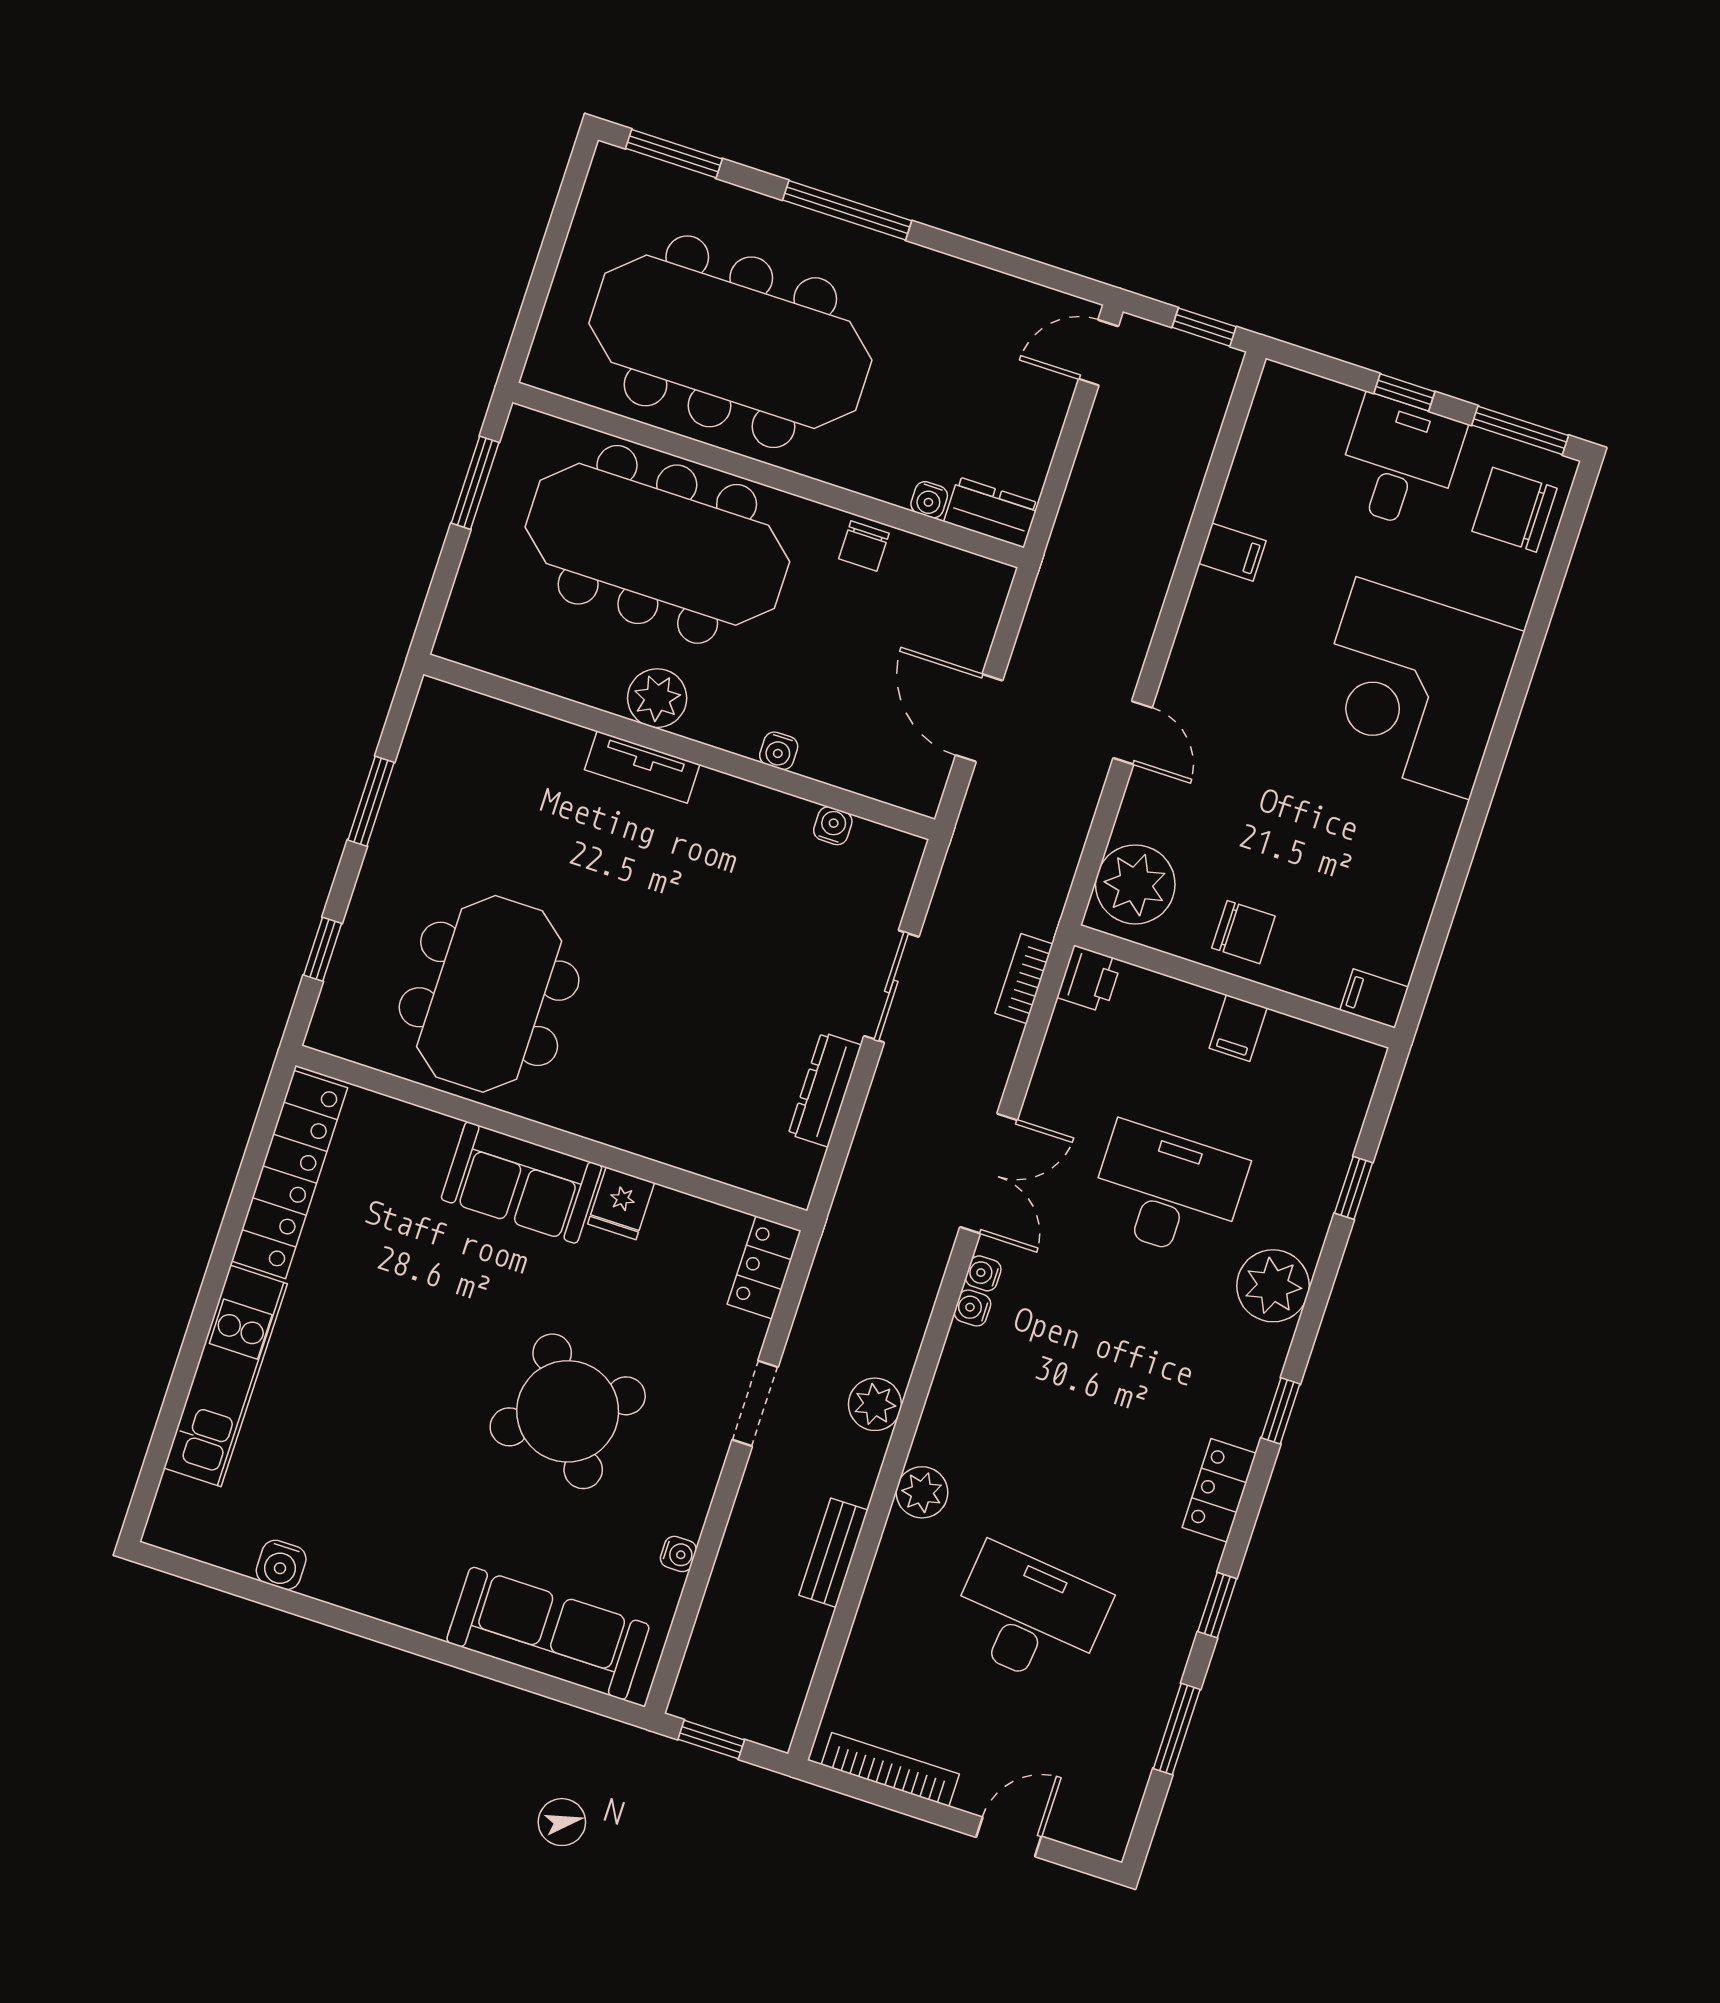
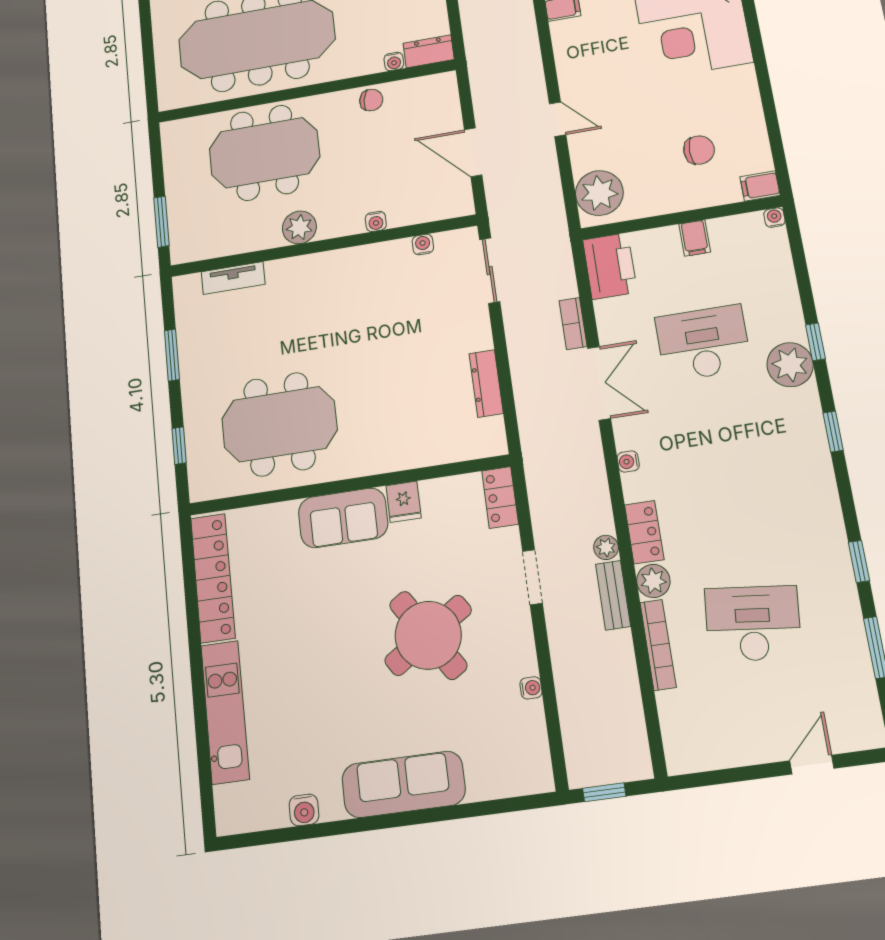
window: (475, 483) -> (161, 222), moved
meeting table: (657, 544) -> (264, 153), width x0.73
chair: (864, 546) -> (371, 100), turned -80
tv unit: (642, 767) -> (233, 278), moved
chair: (1243, 932) -> (699, 150), moved
bookcase: (1024, 979) -> (573, 324), moved
printer: (1089, 979) -> (610, 266), width x1.87, depth x1.48
sliding door: (891, 986) -> (490, 271), moved
meeting table: (489, 994) -> (279, 424), turned 90
window: (1354, 1188) -> (815, 342), moved
water cooler: (983, 1273) -> (774, 218), moved, turned 90
plant: (875, 1404) -> (606, 547), width x0.73, depth x0.73
locker: (1219, 1490) -> (644, 532), moved, turned 180
bench: (833, 1553) -> (613, 595), moved
sofa: (548, 1633) -> (403, 784), moved
bookcase: (890, 1769) -> (658, 645), moved, turned 90

